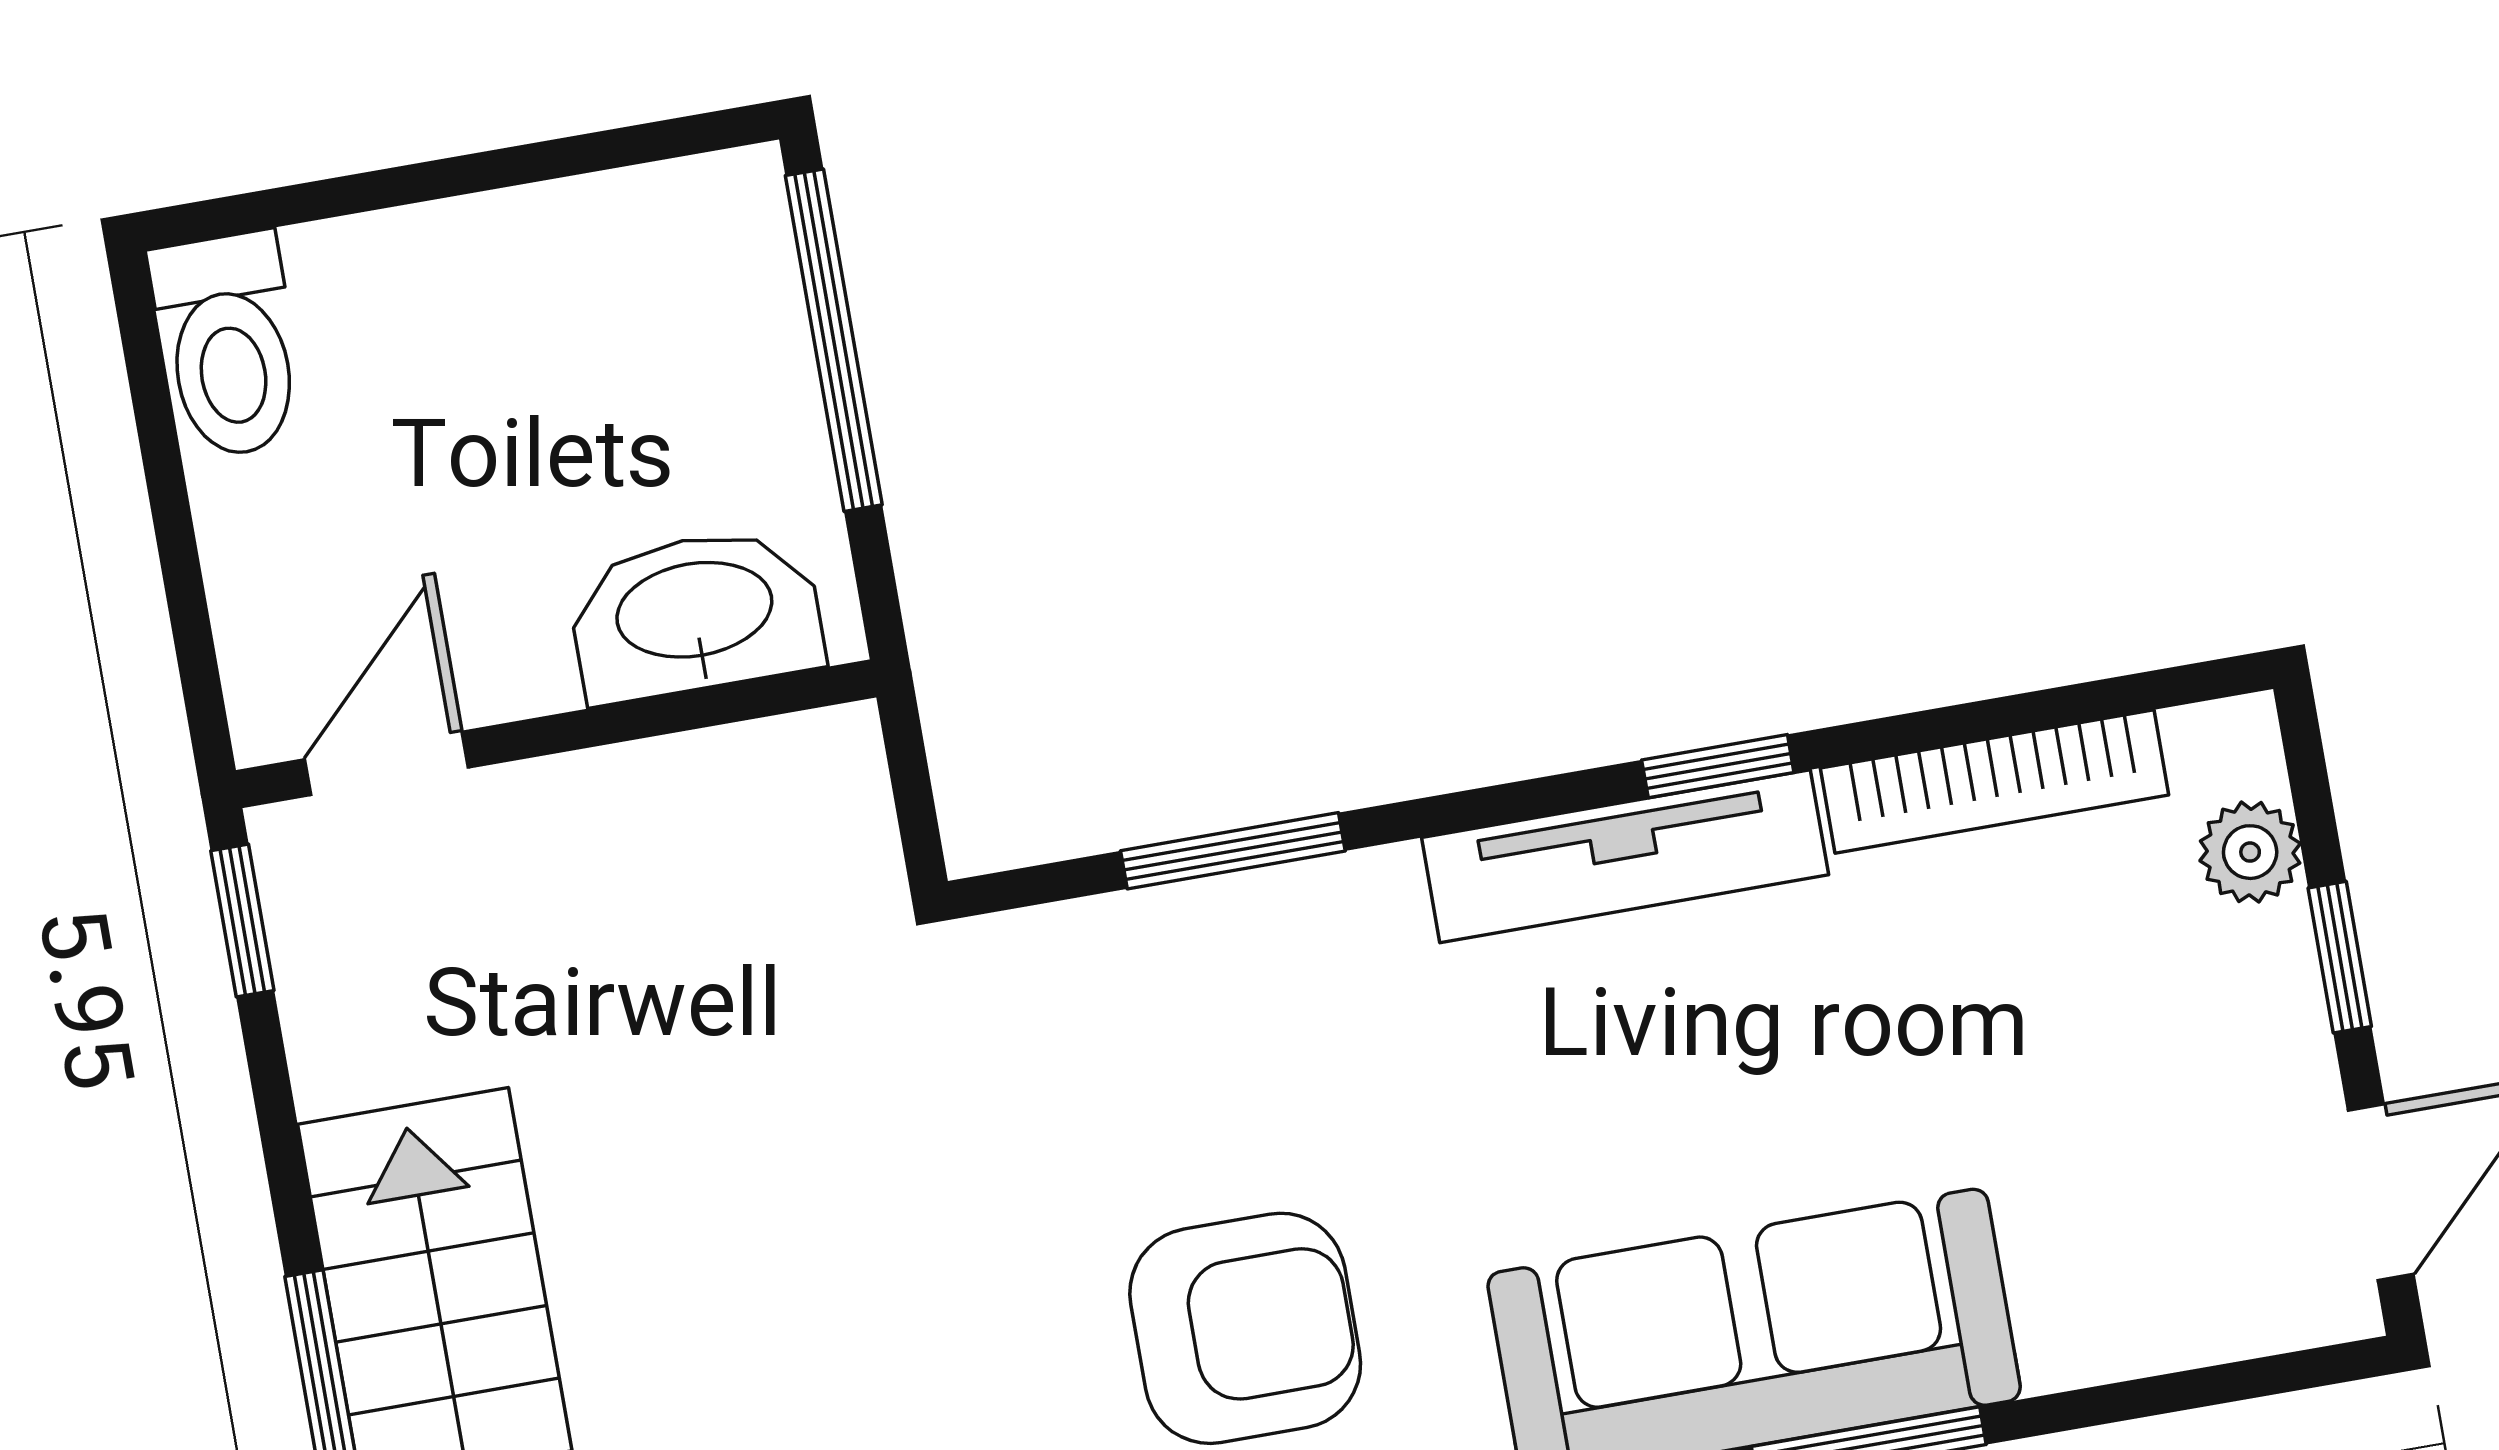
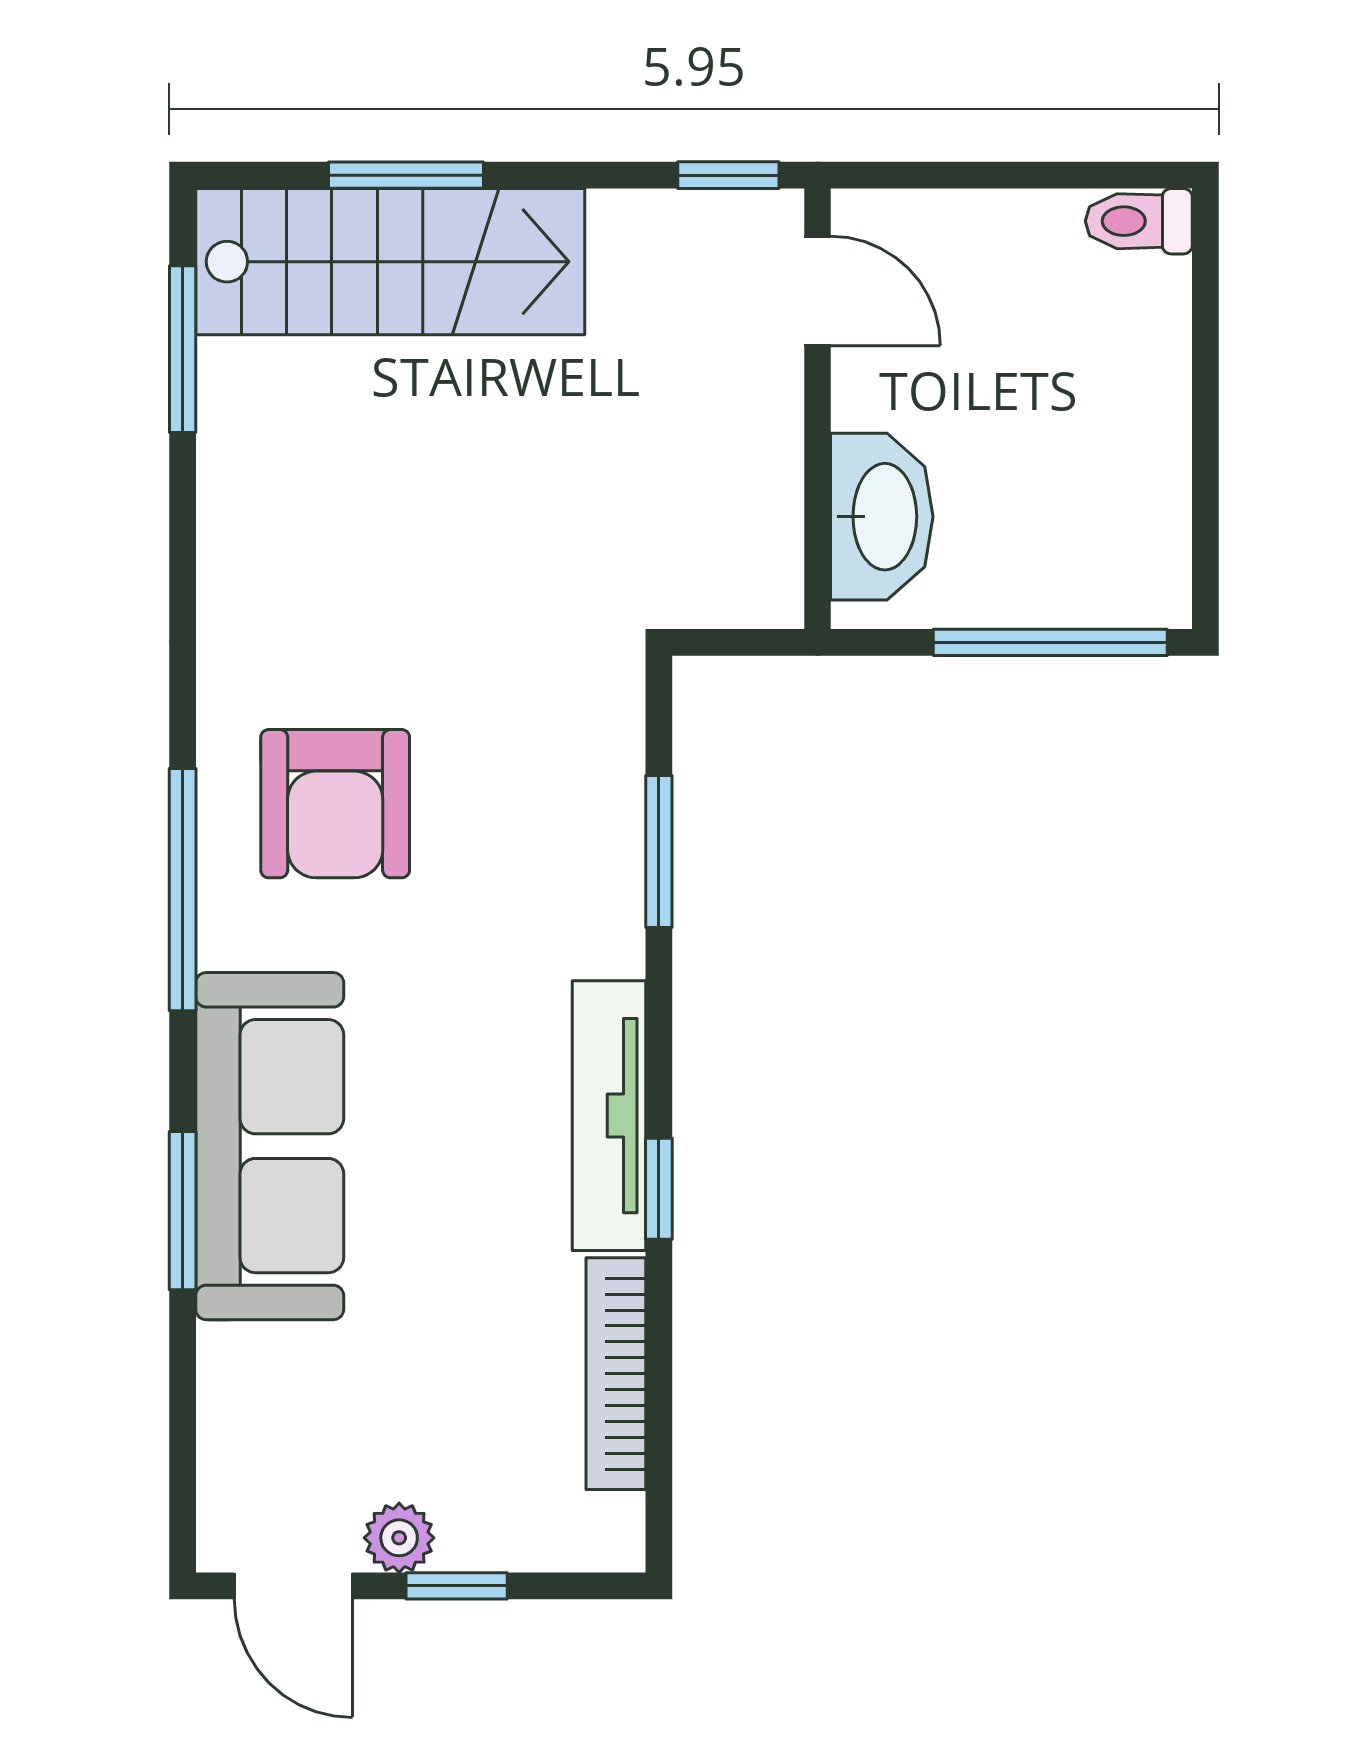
toilet: (228, 345) -> (1139, 221), width x0.73, depth x0.72
plant: (2250, 852) -> (399, 1538), moved

